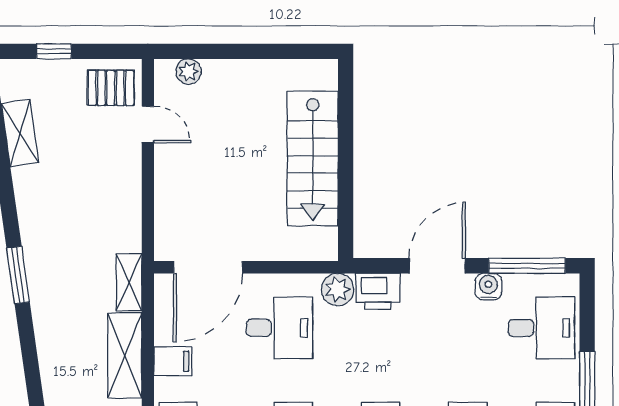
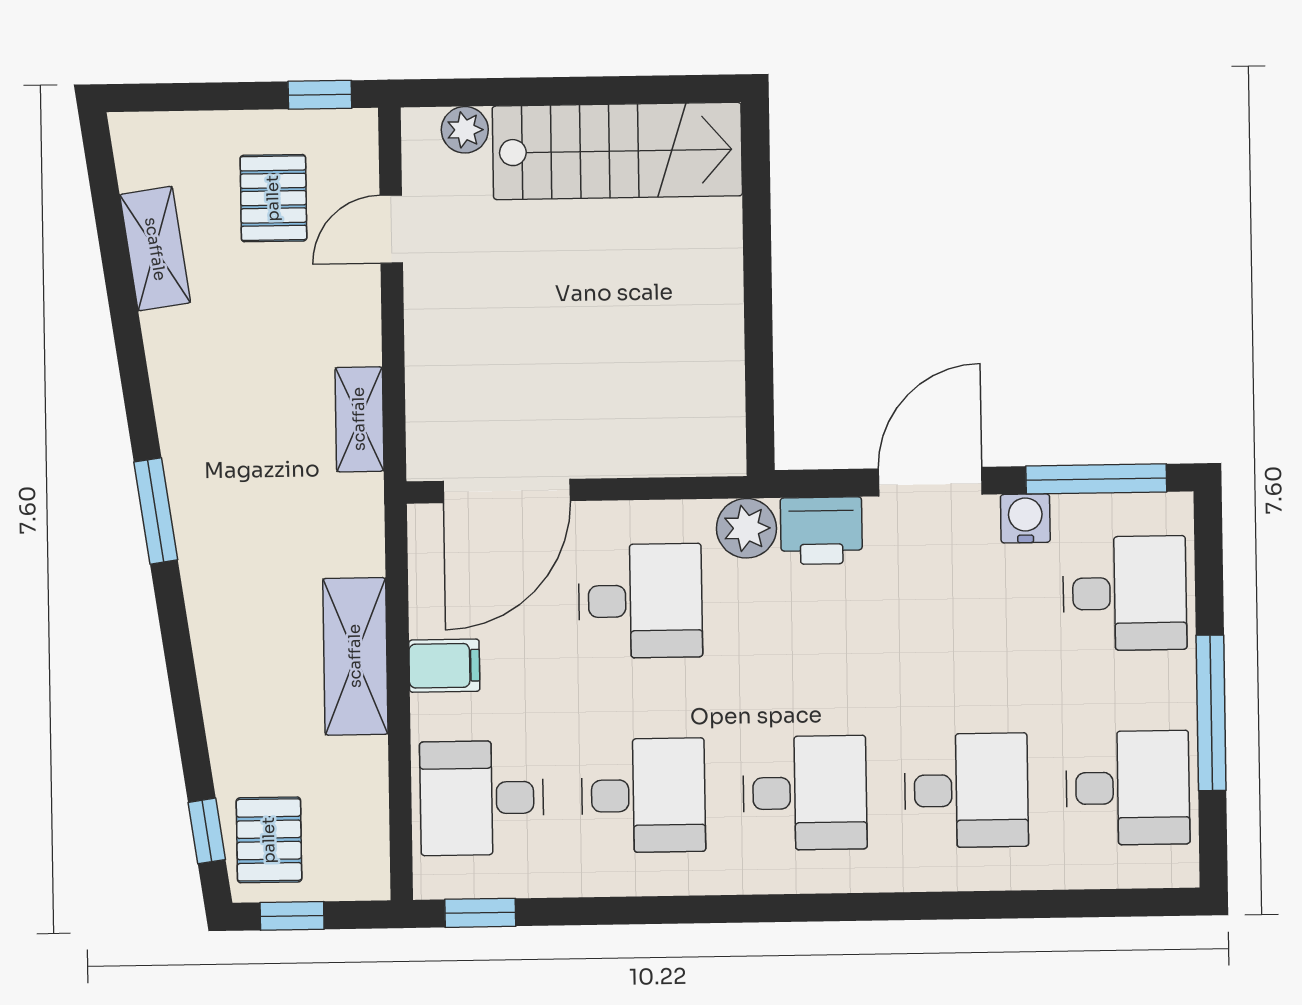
window: (54, 51) -> (320, 95), moved
pallet: (111, 88) -> (273, 198), moved, turned 90
door: (148, 125) -> (391, 229), swing flipped
stairs: (313, 159) -> (617, 151), moved, turned -90
shelving: (129, 282) -> (359, 419), moved

